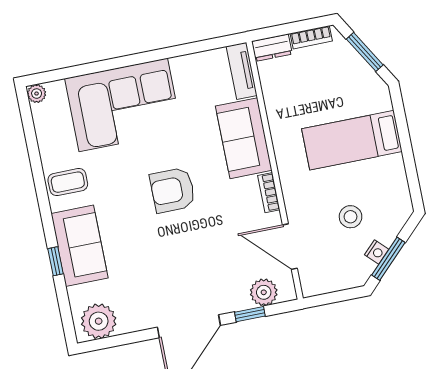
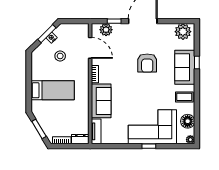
window: (122, 62) -> (149, 146), added
floor lamp: (50, 132) -> (188, 121), added
armchair: (173, 190) -> (147, 63), moved, turned 90

